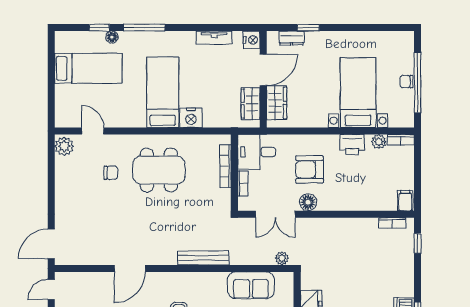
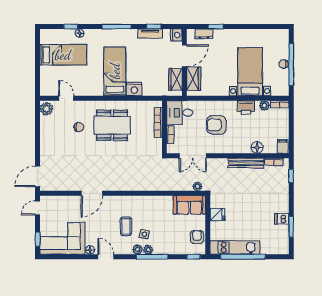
window: (144, 28) -> (117, 27), moved
window: (219, 28) -> (154, 27), added
floor lamp: (308, 202) -> (257, 147), moved
bench: (203, 258) -> (246, 163), moved
sofa: (251, 285) -> (189, 205), moved

